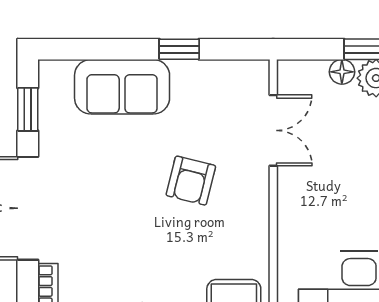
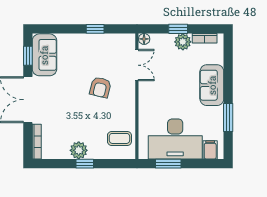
floor lamp: (342, 72) -> (144, 39), moved
sofa: (122, 87) -> (44, 55), moved, turned -90

